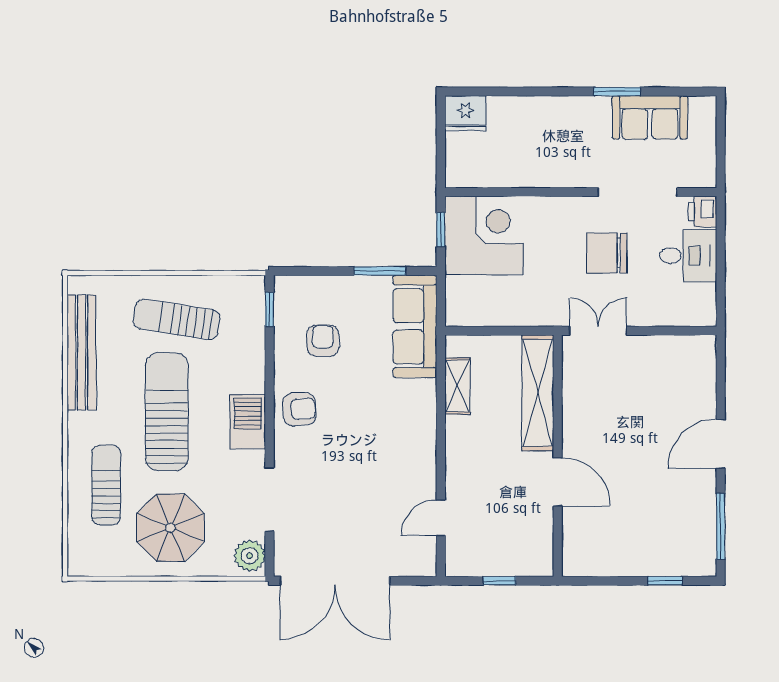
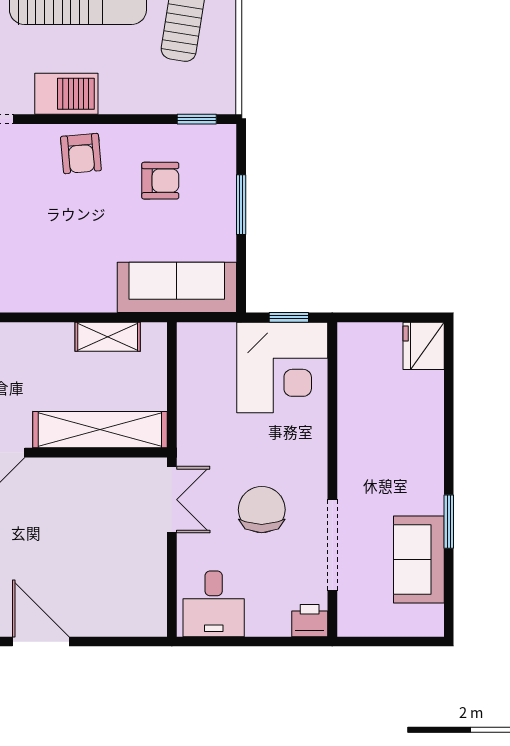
desk: (688, 256) -> (214, 604), moved
window: (380, 271) -> (241, 205), moved

